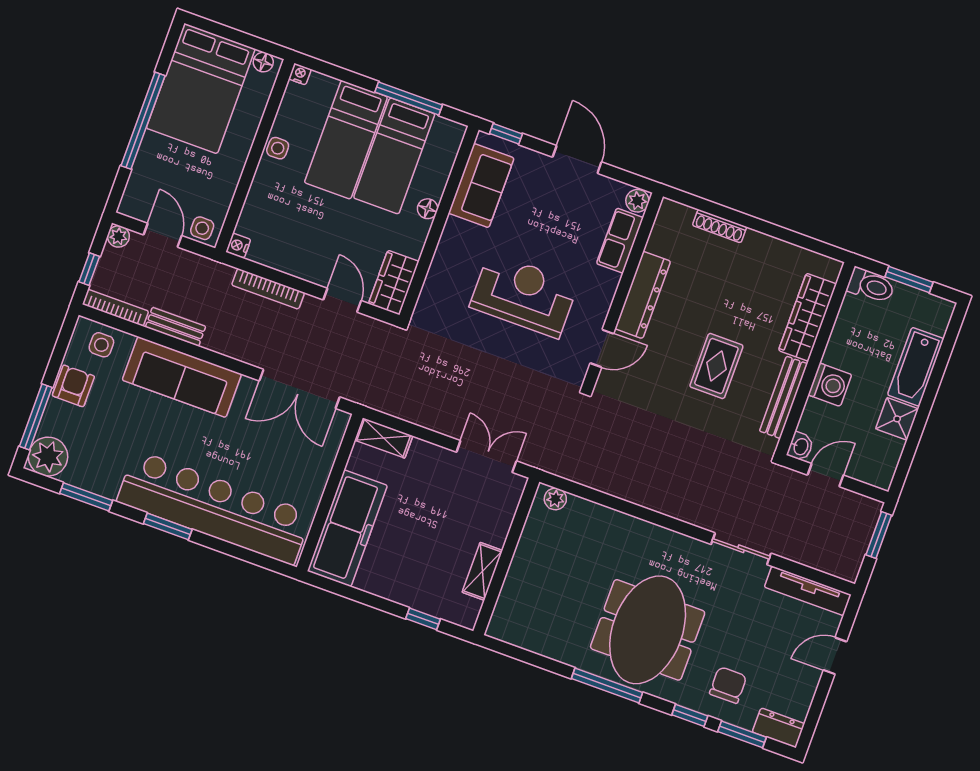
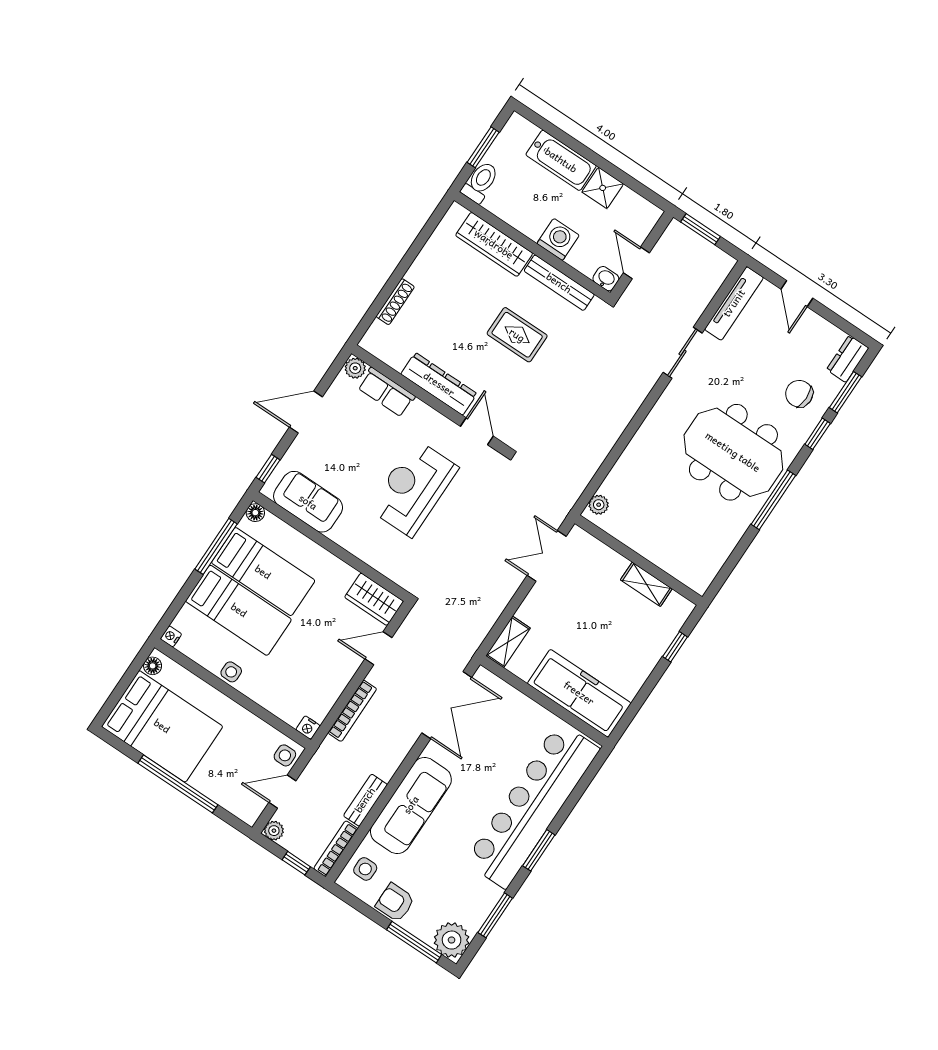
floor lamp: (428, 209) -> (255, 513), moved

